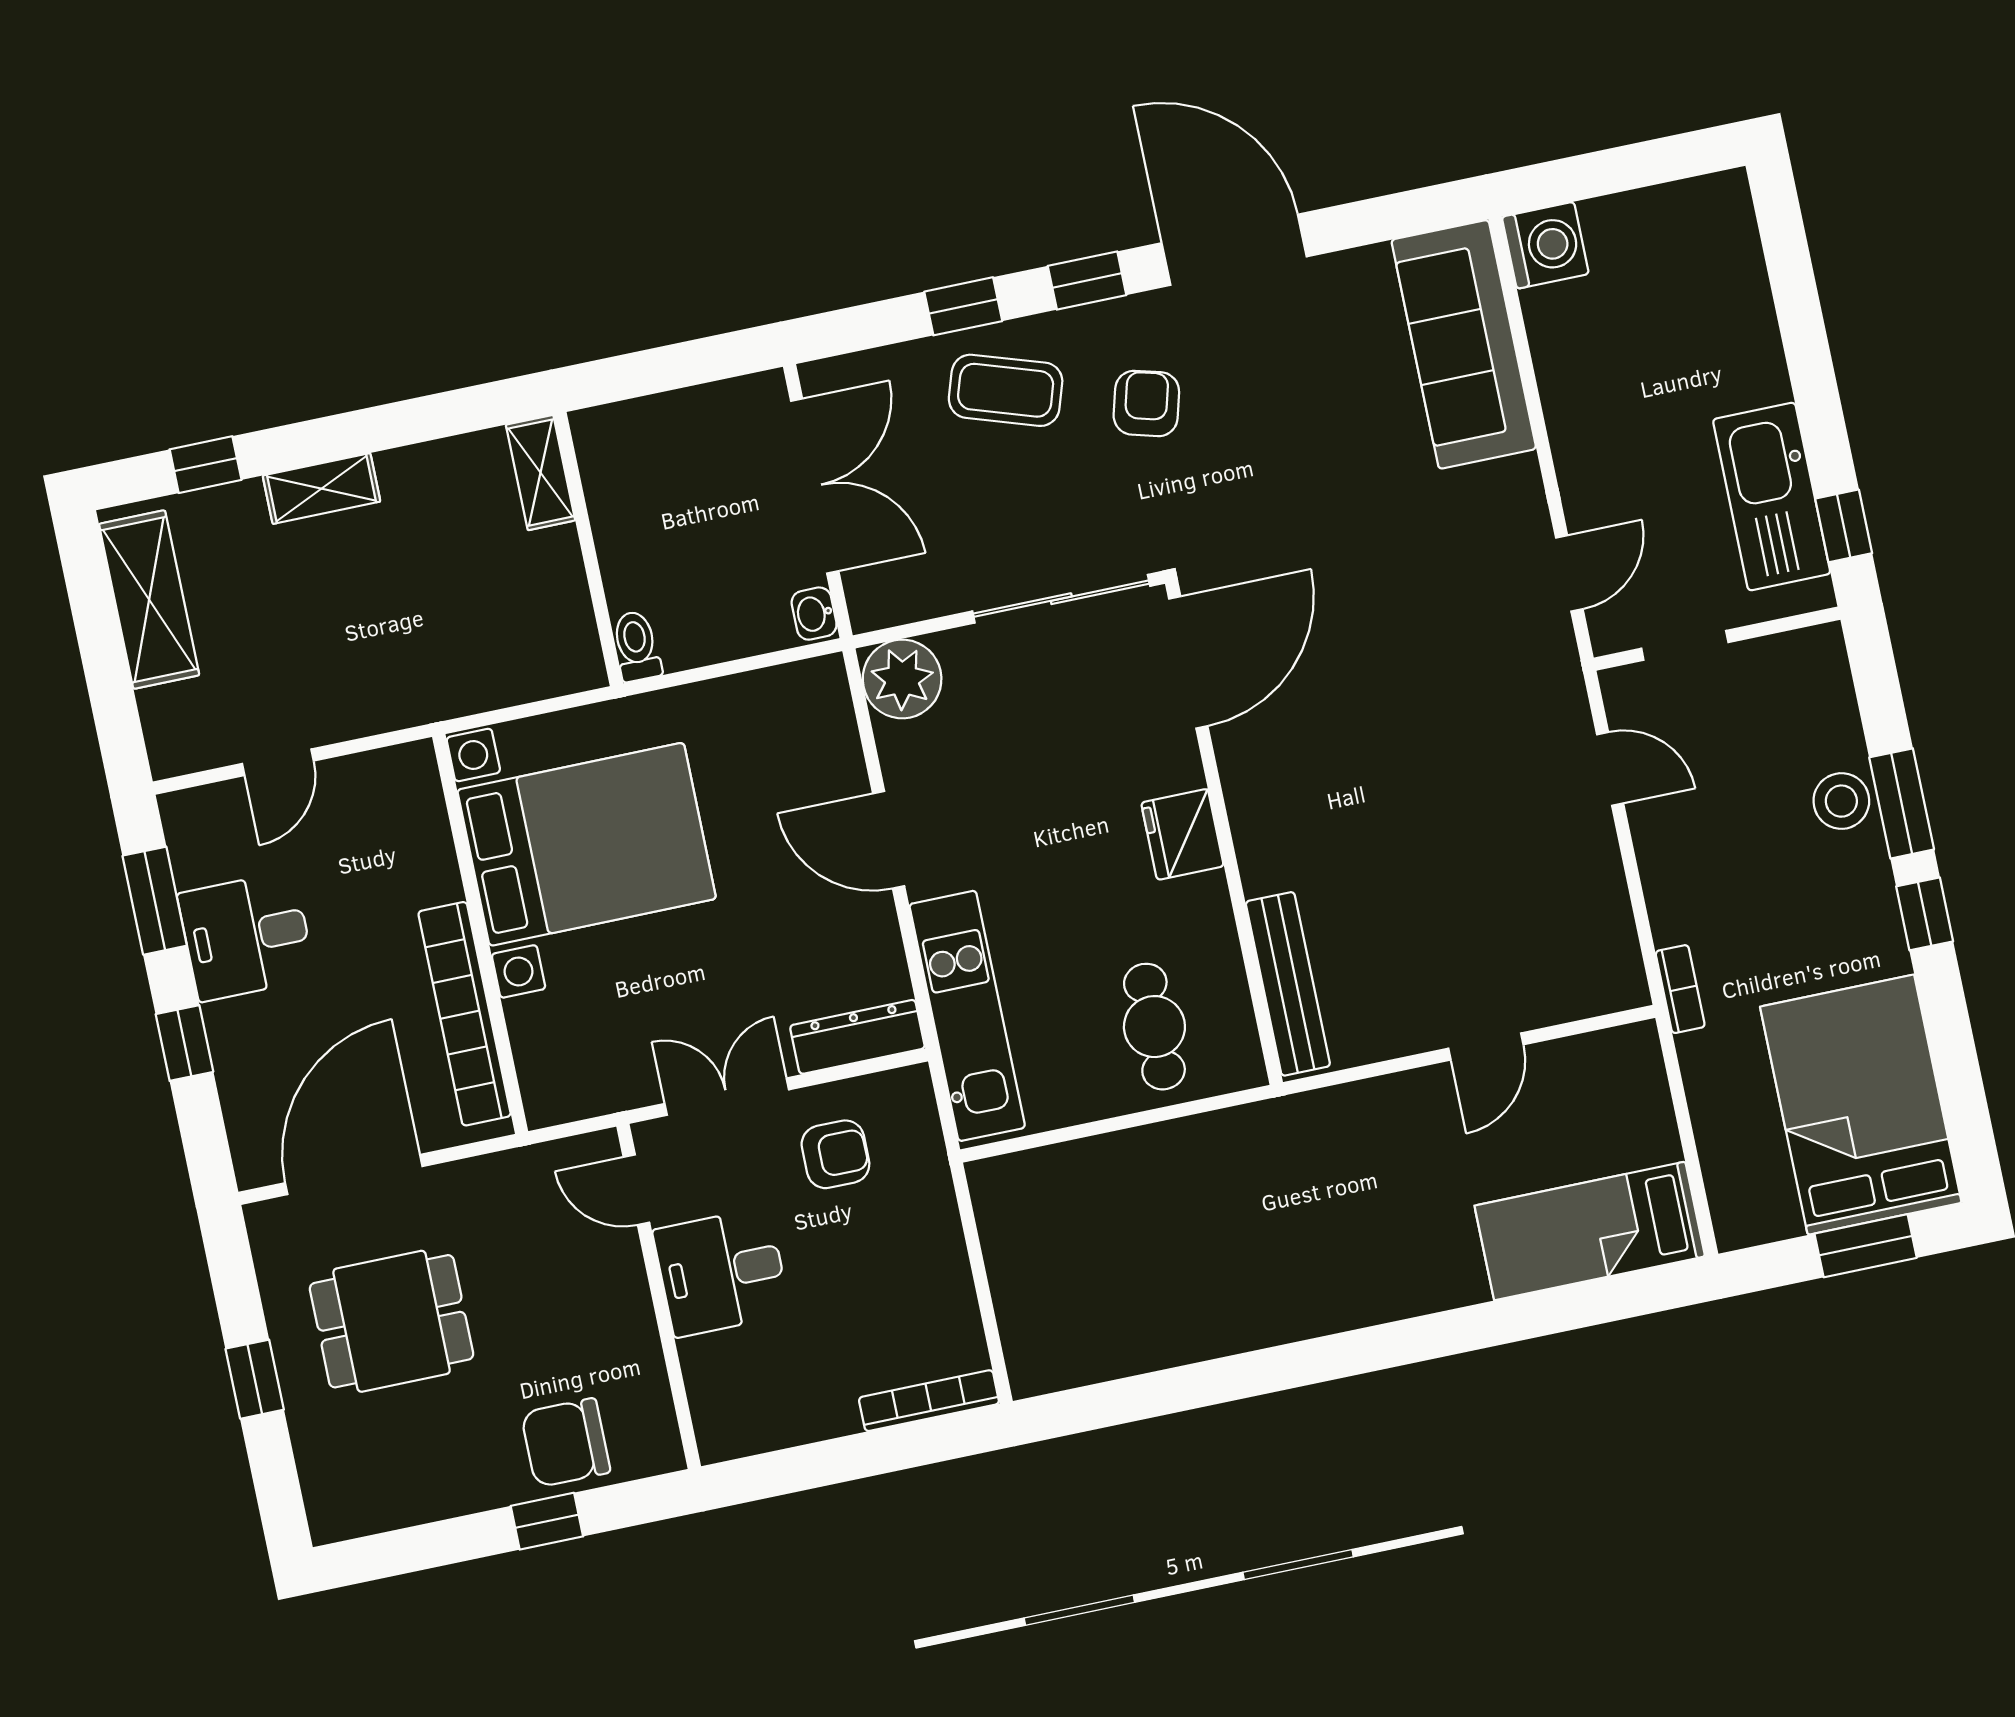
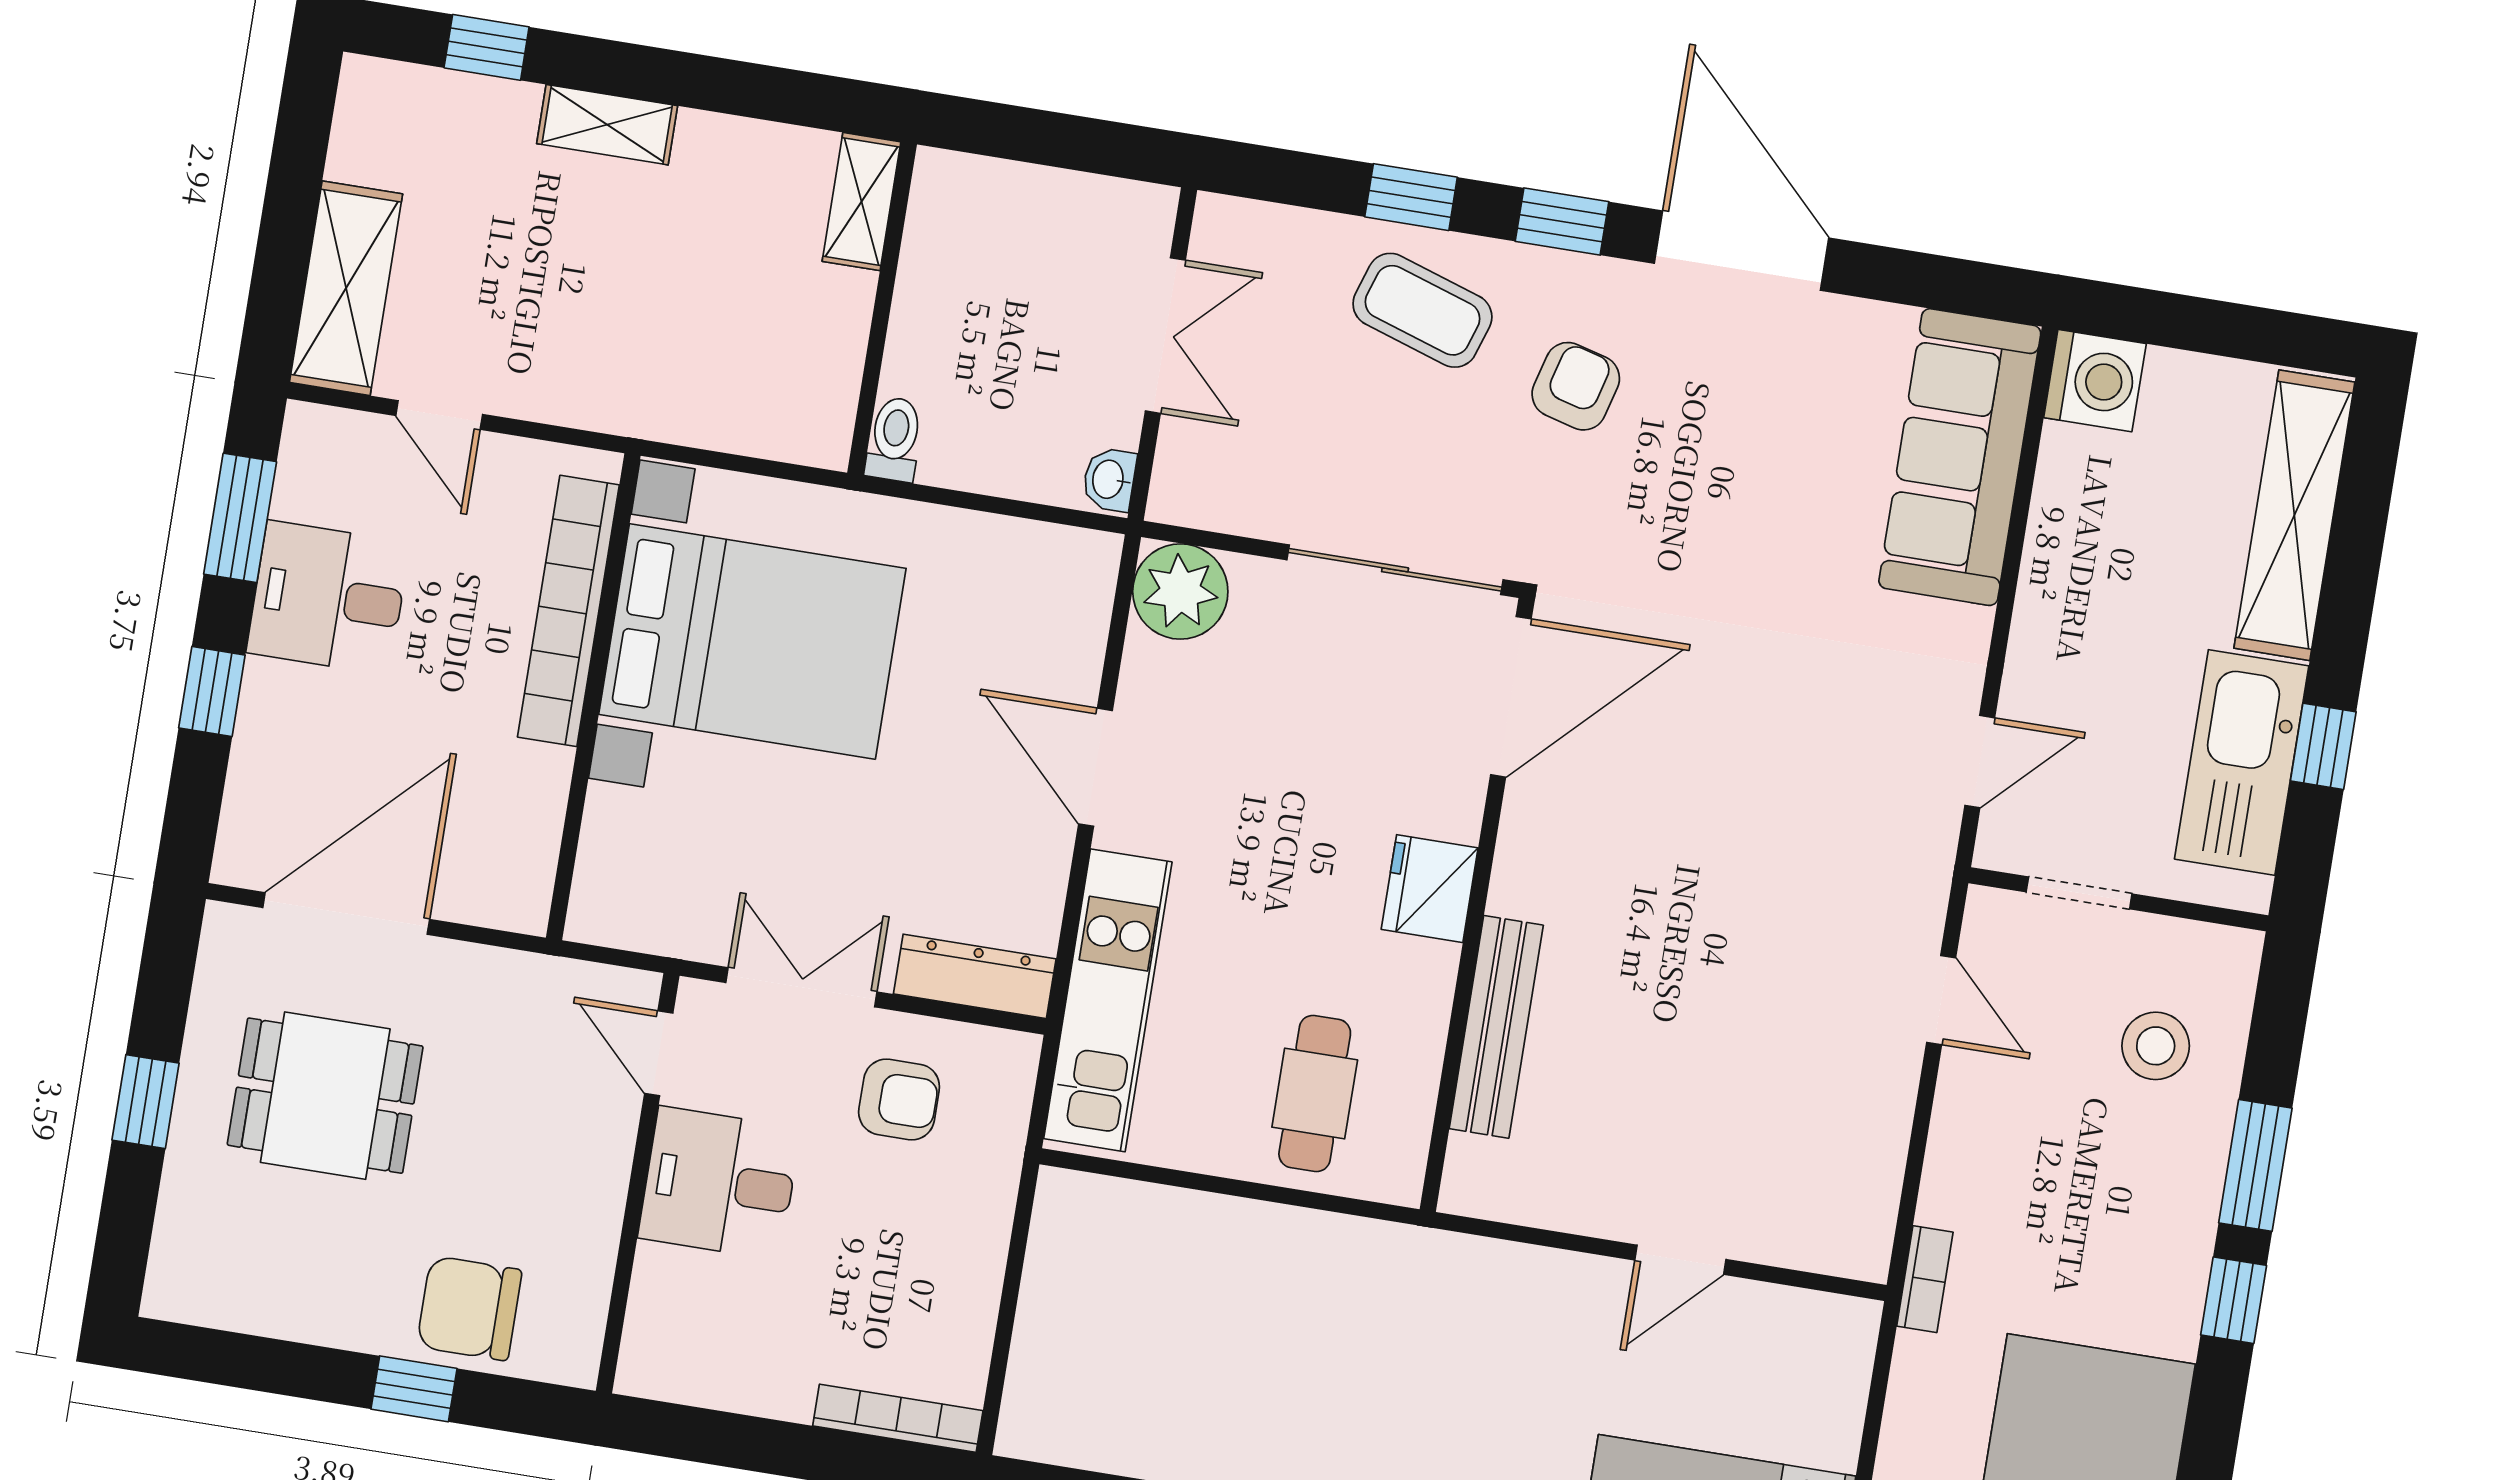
shelving: (1739, 290) -> (2294, 515), added
double door: (815, 486) -> (1165, 336), width x0.73
window: (1844, 526) -> (2323, 746), moved
shelving: (149, 600) -> (346, 288), moved
door: (278, 762) -> (439, 415), hinge flipped
stool: (1841, 801) -> (2156, 1046), moved
bench: (1288, 984) -> (1496, 1027), moved
bookcase: (465, 1014) -> (568, 611), moved

